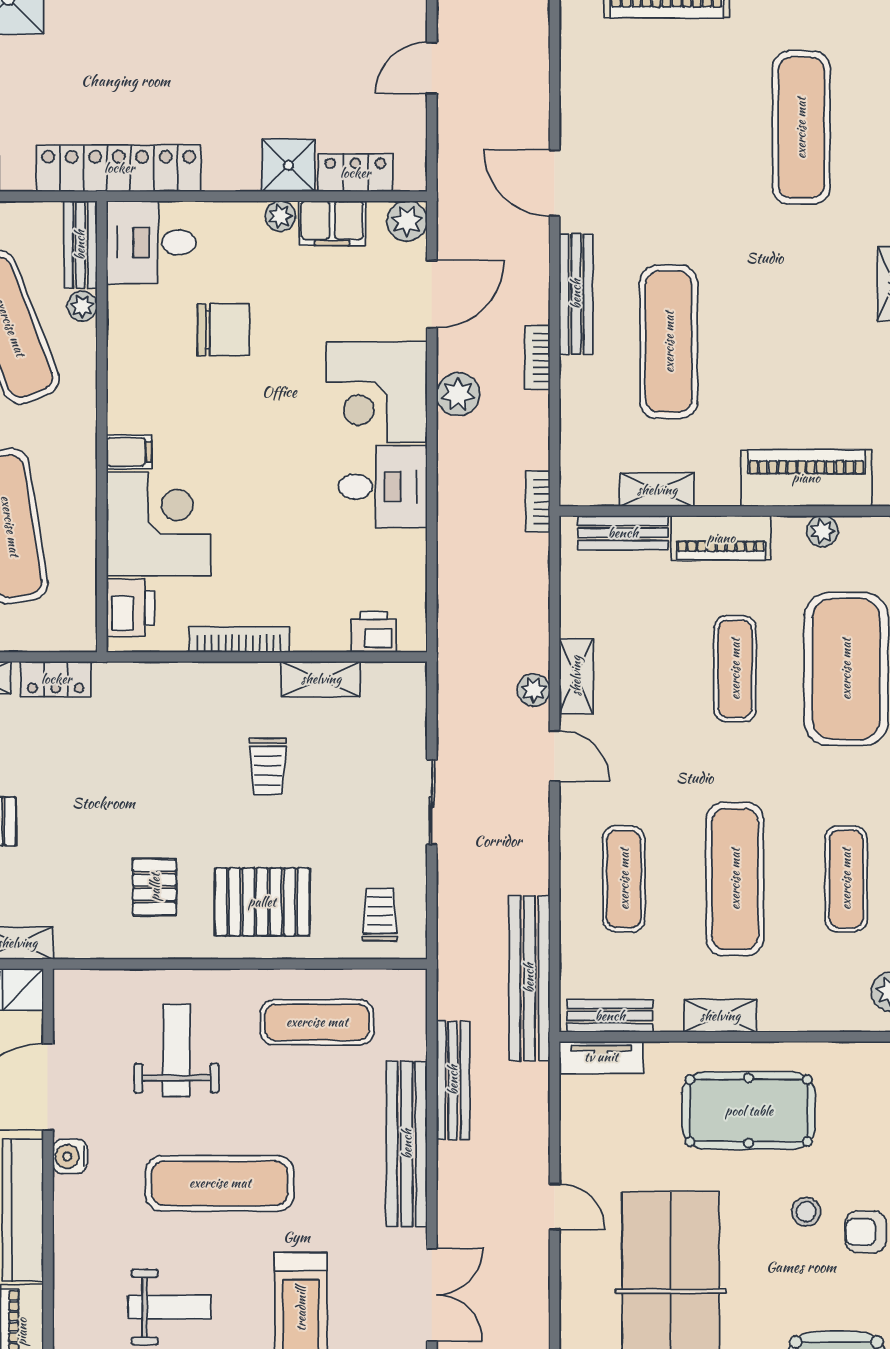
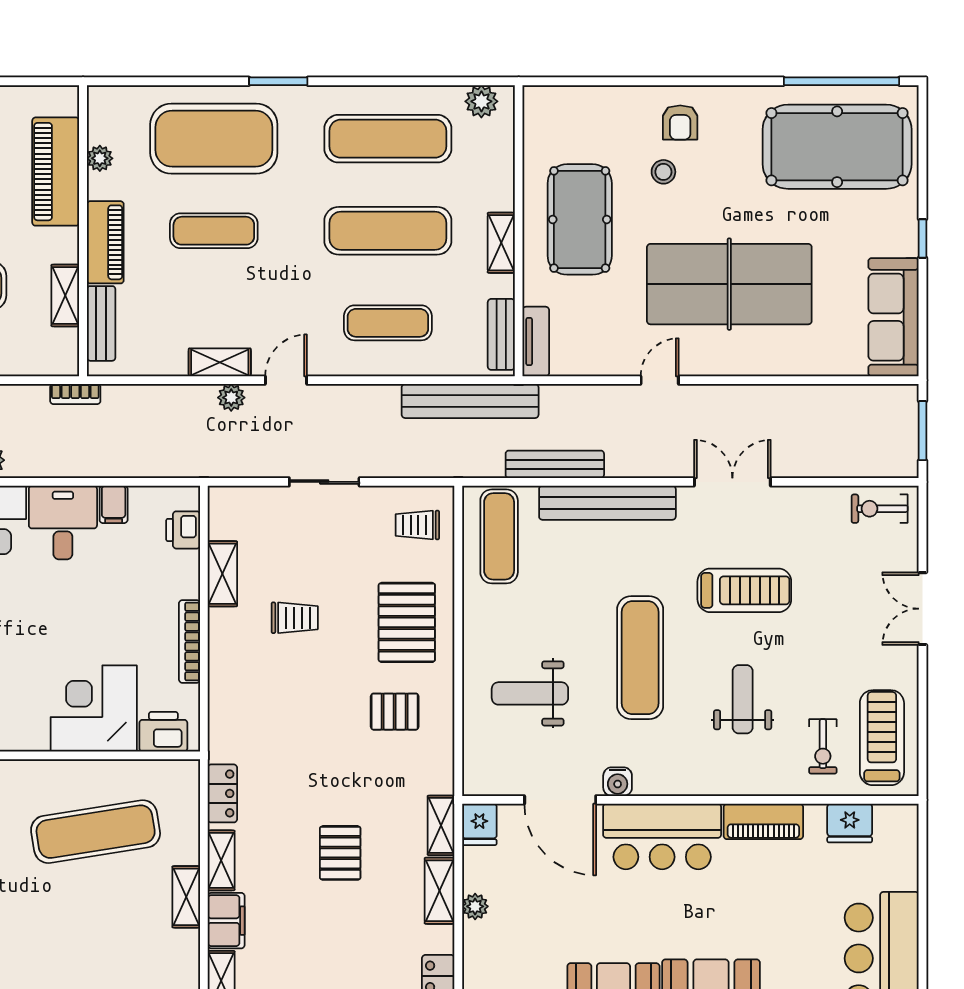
filing cabinet: (129, 452) -> (114, 504), moved, turned 180
exercise mat: (846, 879) -> (388, 139), width x1.36, depth x1.45
exercise mat: (317, 1022) -> (499, 536), moved

